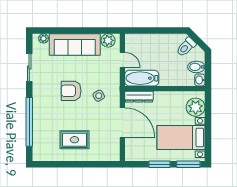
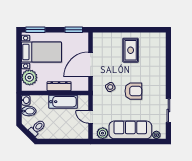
bathtub: (142, 78) -> (63, 102), moved
dresser: (139, 97) -> (59, 86), moved
window: (29, 122) -> (168, 65), removed
door: (122, 123) -> (91, 64), hinge flipped
rug: (74, 140) -> (131, 50), turned 90
window: (160, 164) -> (74, 30), moved

